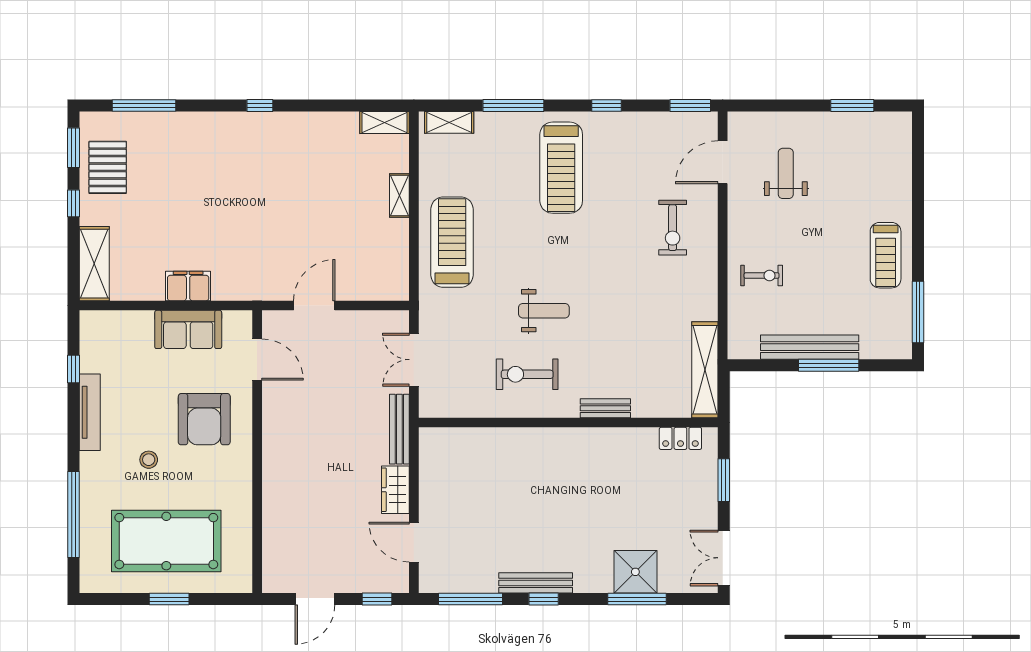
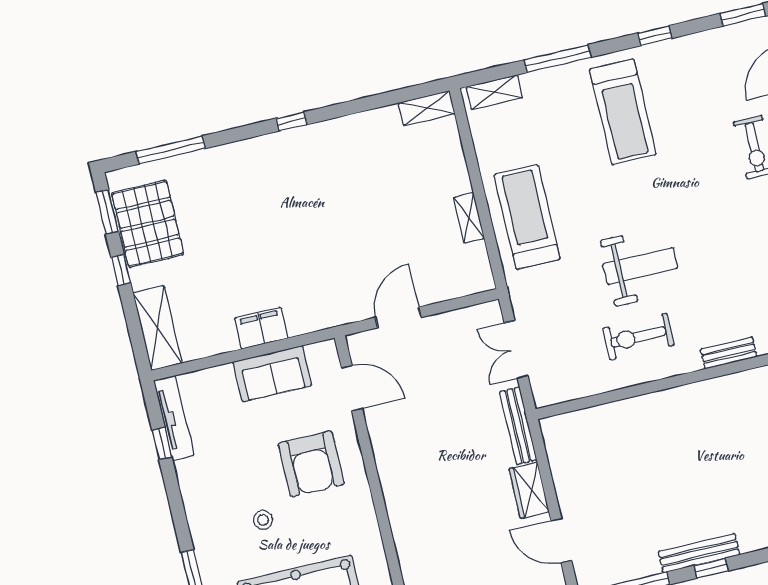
pallet: (108, 167) -> (148, 224), width x1.37, depth x1.41
shelving: (399, 196) -> (469, 218), moved
weight bench: (544, 311) -> (640, 266), width x1.36, depth x1.33
tv unit: (90, 412) -> (174, 418), moved

